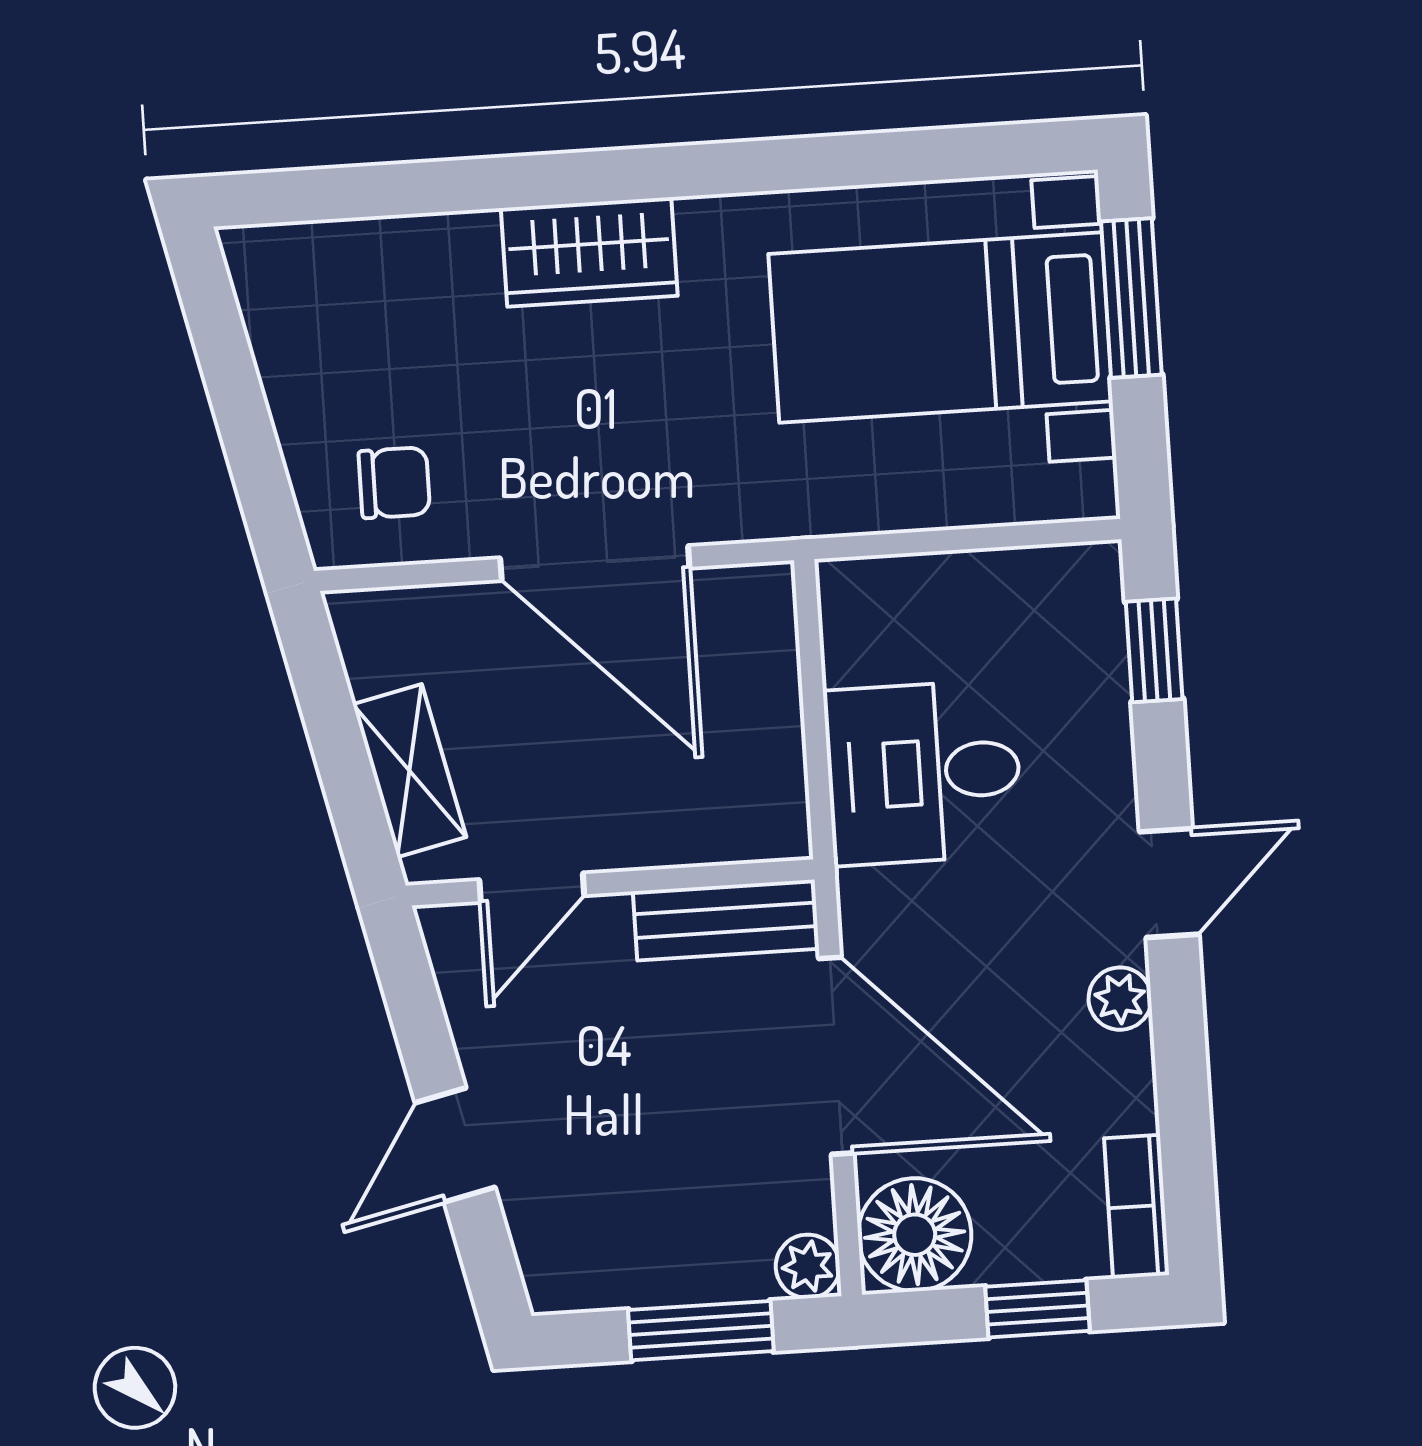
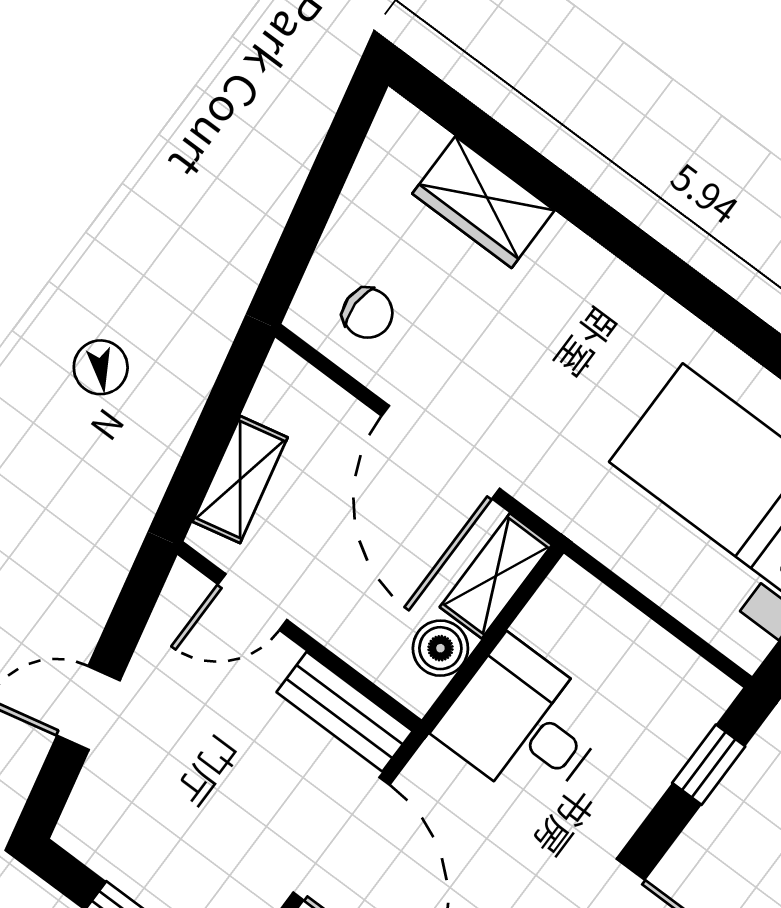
wardrobe: (589, 252) -> (483, 202), moved
shelving: (763, 643) -> (496, 576), added
boiler: (770, 768) -> (440, 648), added

